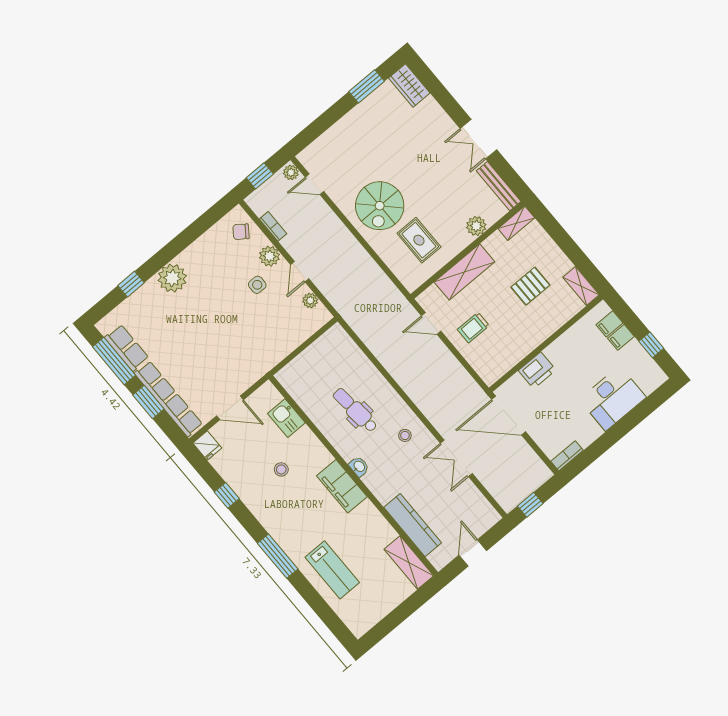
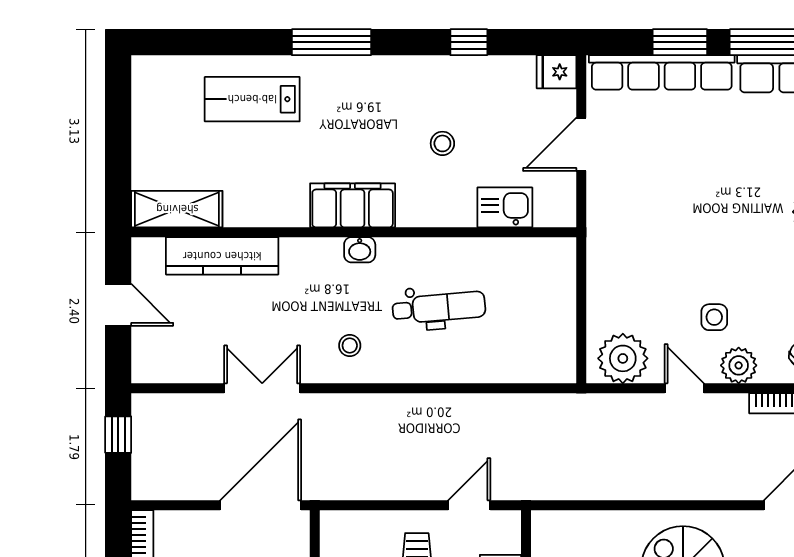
plant: (310, 300) -> (623, 358), width x1.87, depth x1.87

